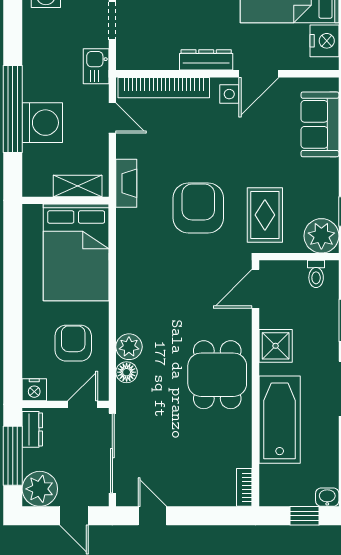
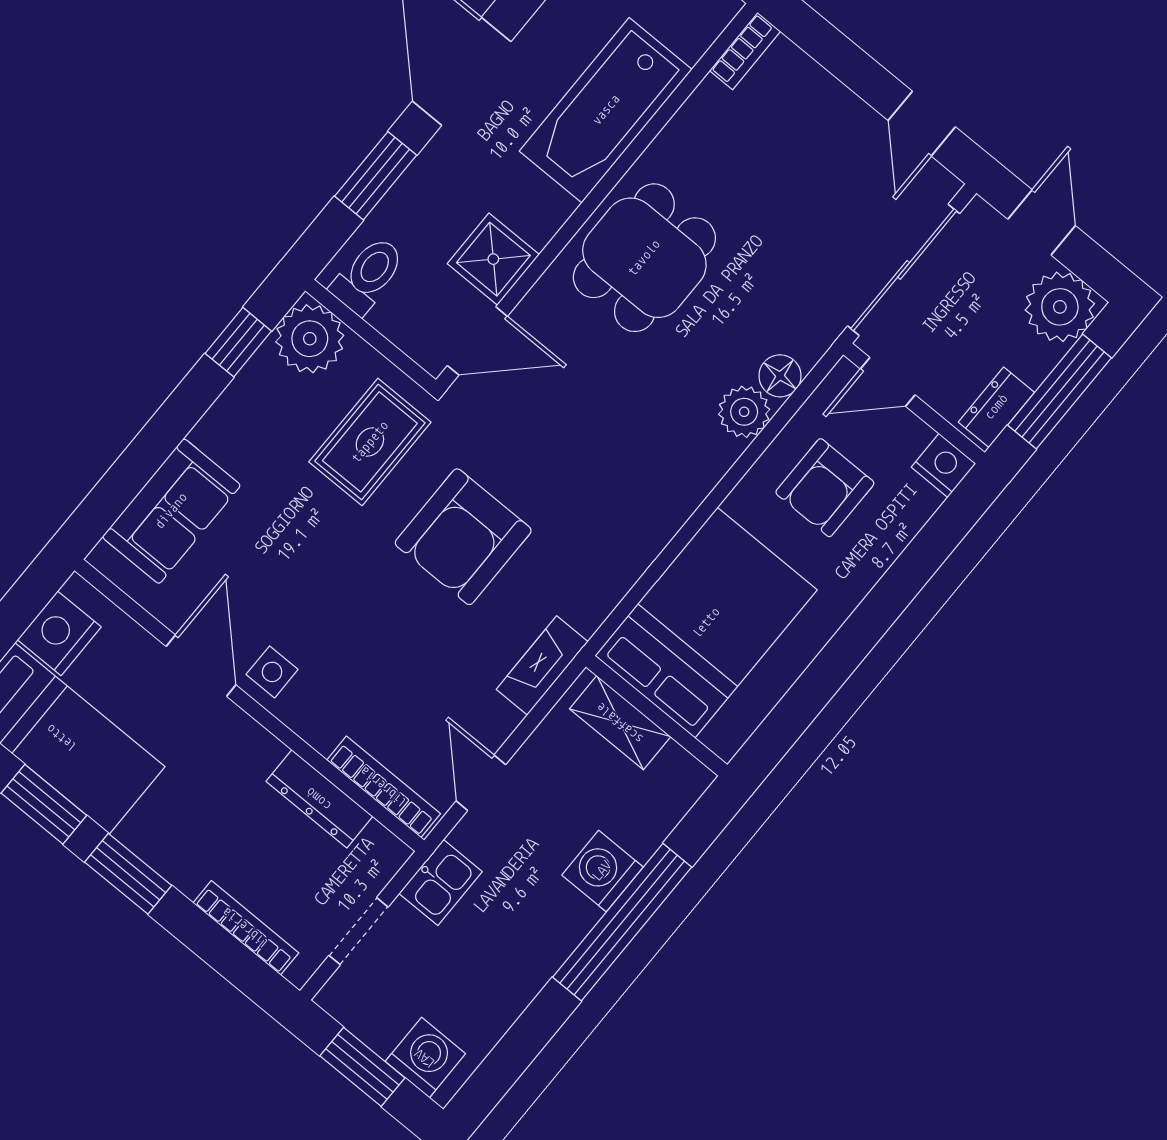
dresser: (206, 60) -> (319, 799), moved
door: (259, 74) -> (201, 666), hinge flipped
bookcase: (164, 88) -> (384, 787), width x0.68, depth x0.76
washing machine: (42, 123) -> (602, 871), width x0.73, depth x0.73
toilet: (316, 274) -> (368, 275), width x1.37, depth x1.39
shower: (276, 346) -> (493, 259), moved

